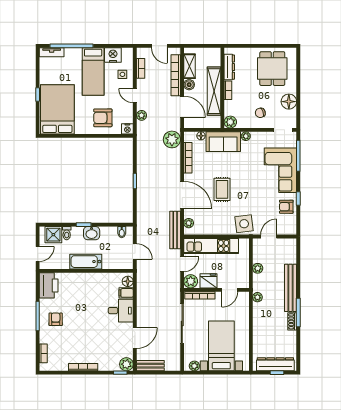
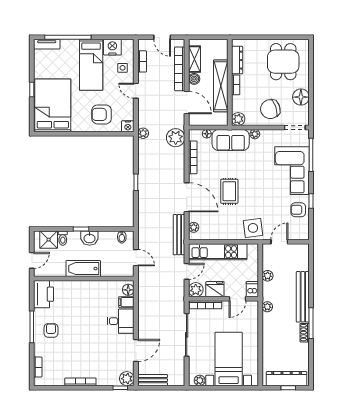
chair: (260, 113) -> (270, 109), width x1.87, depth x1.87
plant: (142, 115) -> (143, 133), moved
dishwasher: (244, 281) -> (252, 289), added

